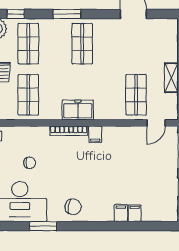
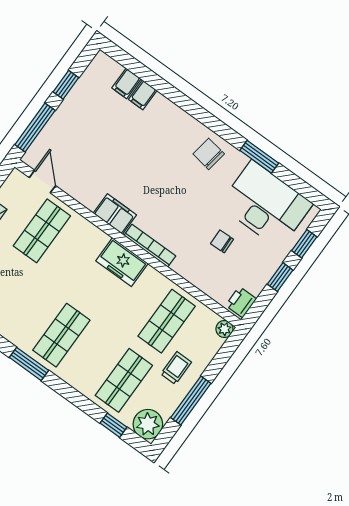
window: (67, 14) -> (29, 364), moved
door: (156, 123) -> (42, 182), hinge flipped
filing cabinet: (95, 134) -> (115, 214), width x2.00
filing cabinet: (121, 213) -> (126, 83), moved

